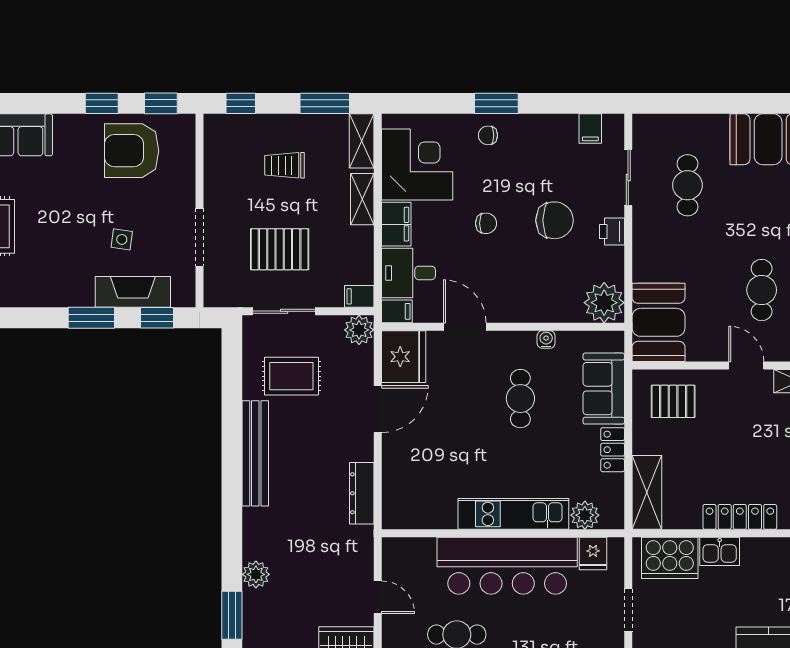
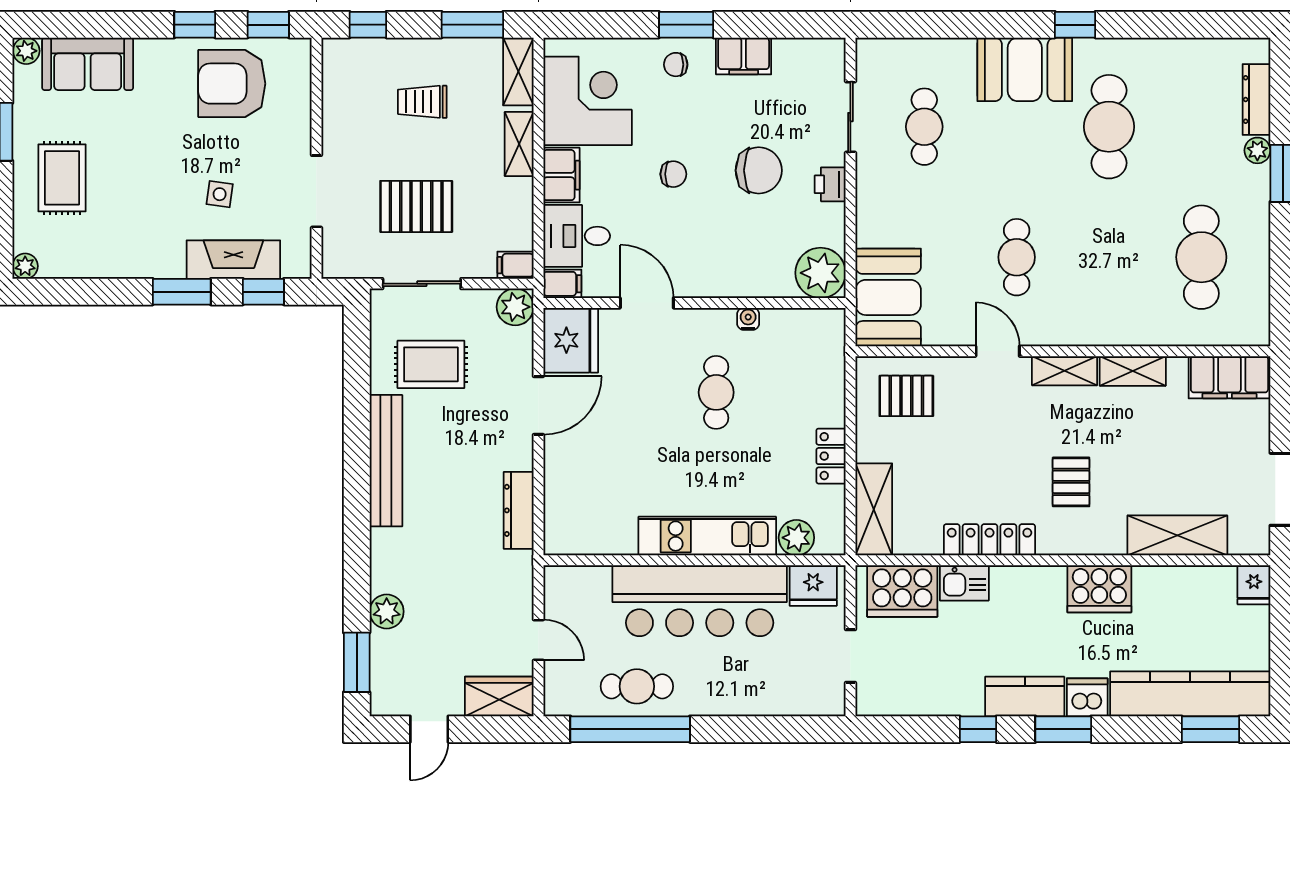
filing cabinet: (590, 128) -> (744, 56), moved, width x2.00
sofa: (604, 389) -> (820, 380), removed
fridge: (593, 554) -> (813, 585), width x1.38

